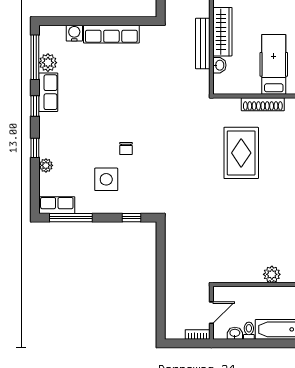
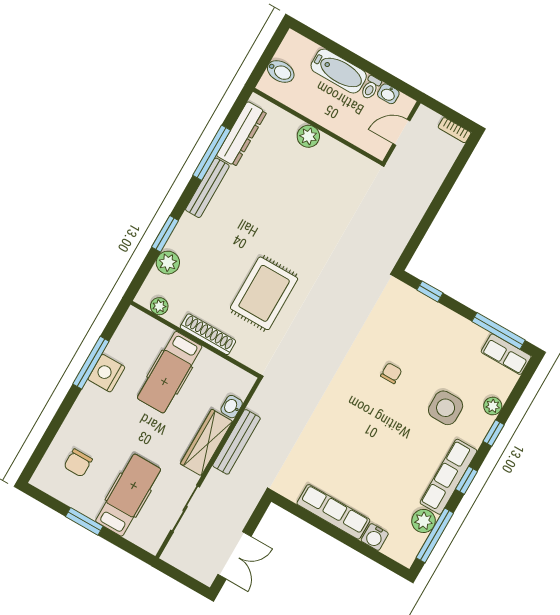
row of seats: (48, 92) -> (448, 477), width x1.48
side table: (106, 179) -> (446, 408), moved
bookcase: (198, 334) -> (454, 130), moved

